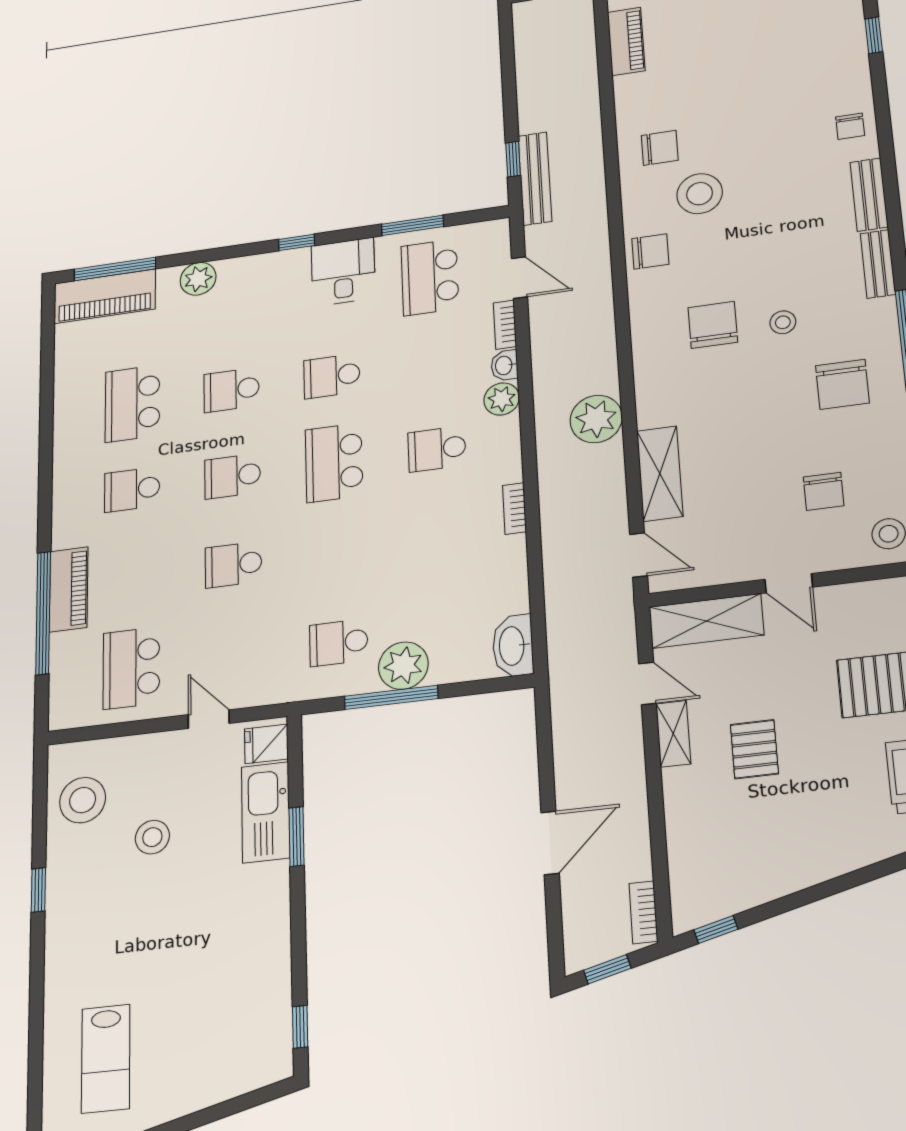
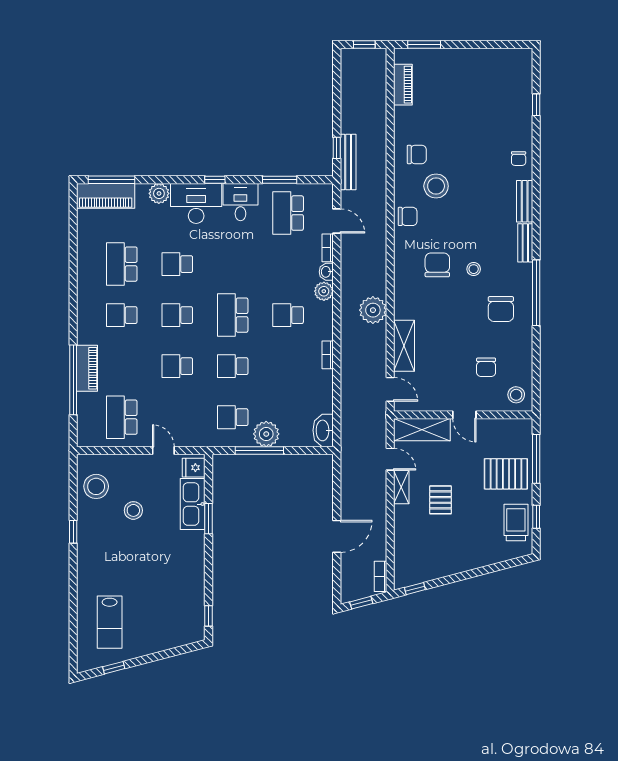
desk: (264, 285) -> (196, 203), added
school desk: (332, 376) -> (233, 366), moved

